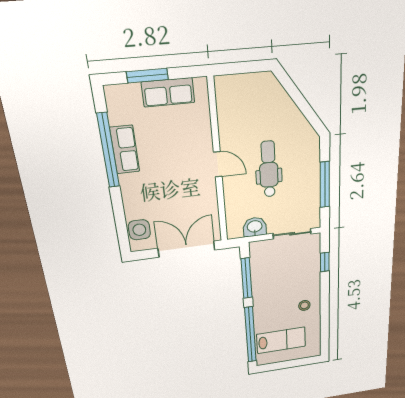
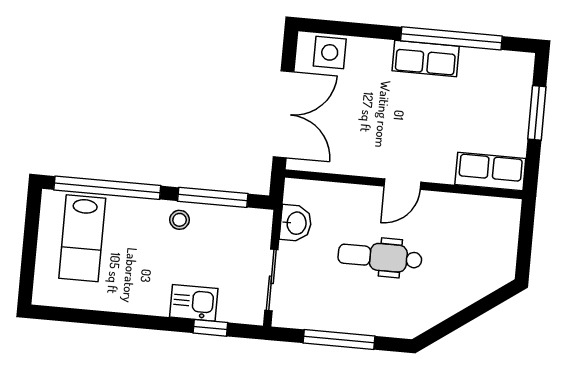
row of seats: (168, 92) -> (490, 172), moved, turned 90
row of seats: (125, 150) -> (426, 58), moved
dental chair: (269, 169) -> (380, 257), turned 180
kitchen sink: (311, 274) -> (194, 303), added
stool: (304, 305) -> (180, 220), moved

